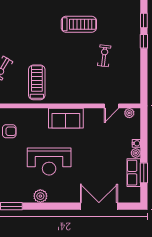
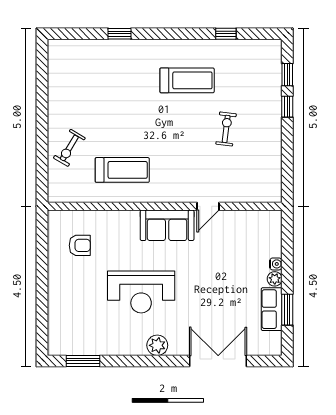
treadmill: (37, 82) -> (122, 170), turned 90
door: (111, 106) -> (208, 206), moved
plant: (129, 113) -> (265, 217), removed
plant: (40, 196) -> (157, 345), moved

